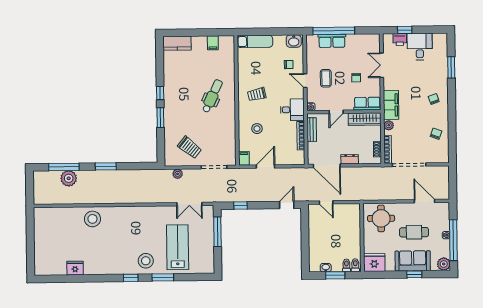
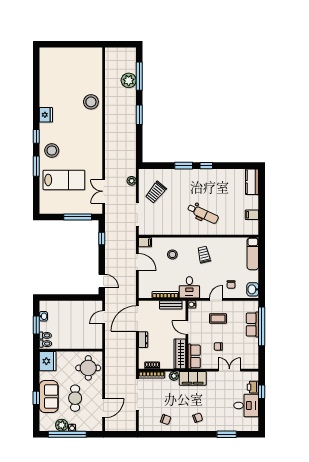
plant: (444, 264) -> (62, 425), moved
fridge: (75, 268) -> (46, 115), moved

